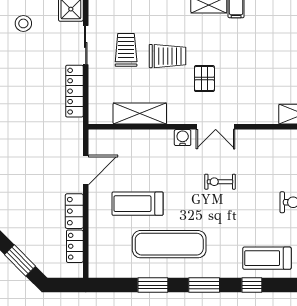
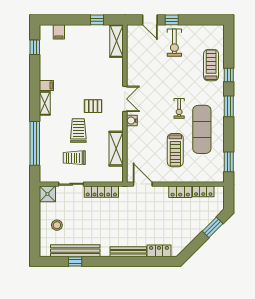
door: (86, 170) -> (143, 184), moved
exercise bike: (220, 182) -> (179, 108), moved
treadmill: (267, 258) -> (211, 65), turned 180
window: (153, 285) -> (229, 162), moved

